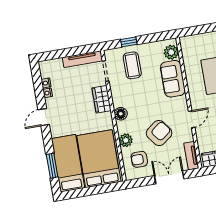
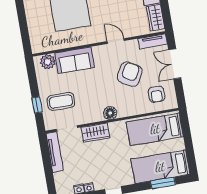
armchair: (159, 133) -> (130, 74), turned 66
plant: (126, 140) -> (137, 108), removed
bed: (99, 159) -> (155, 129), width x0.67

